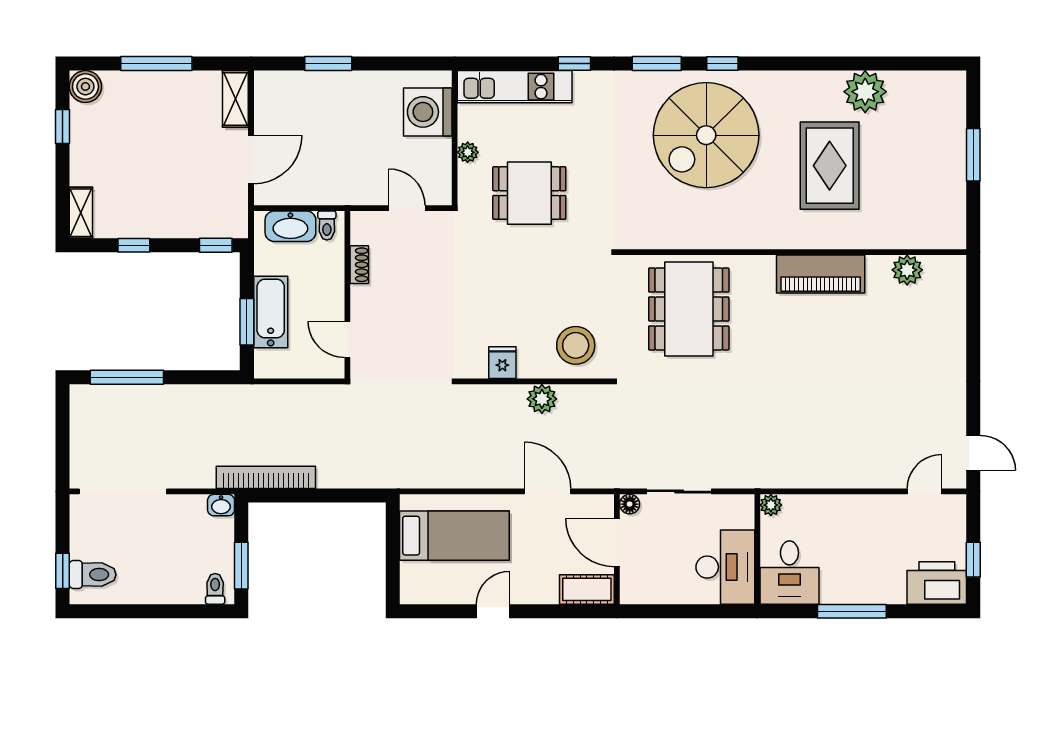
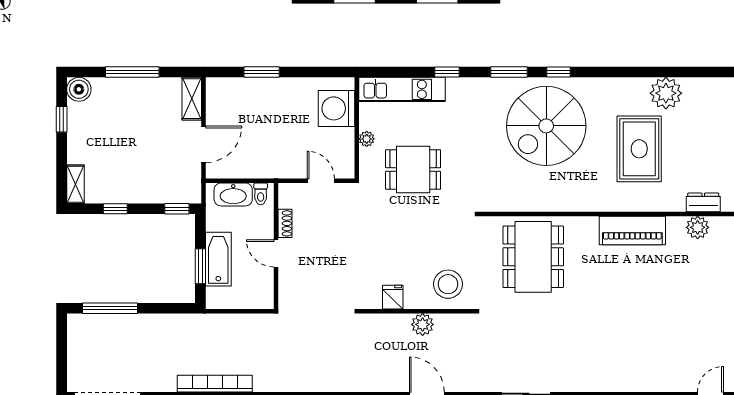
dresser: (915, 237) -> (703, 202), added
door: (347, 340) -> (276, 253), moved

